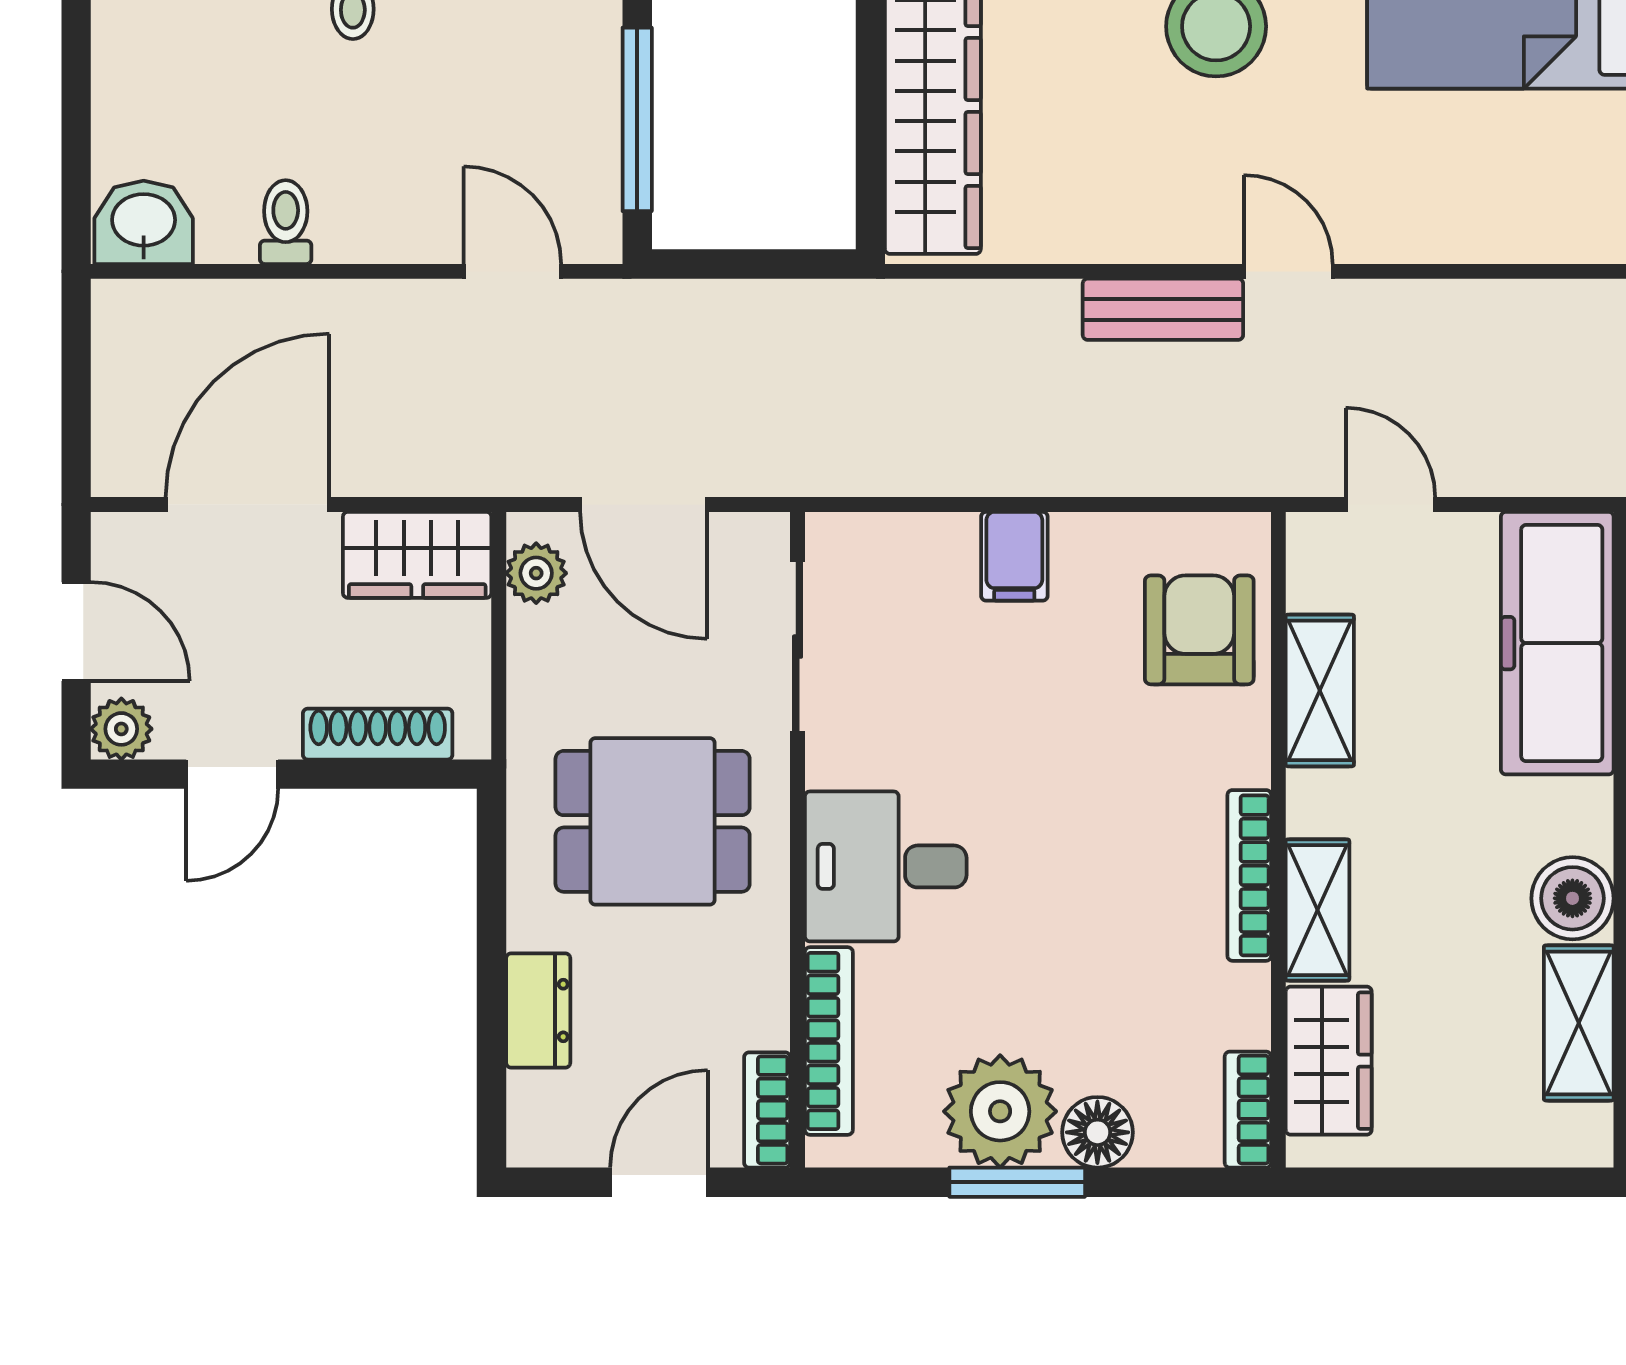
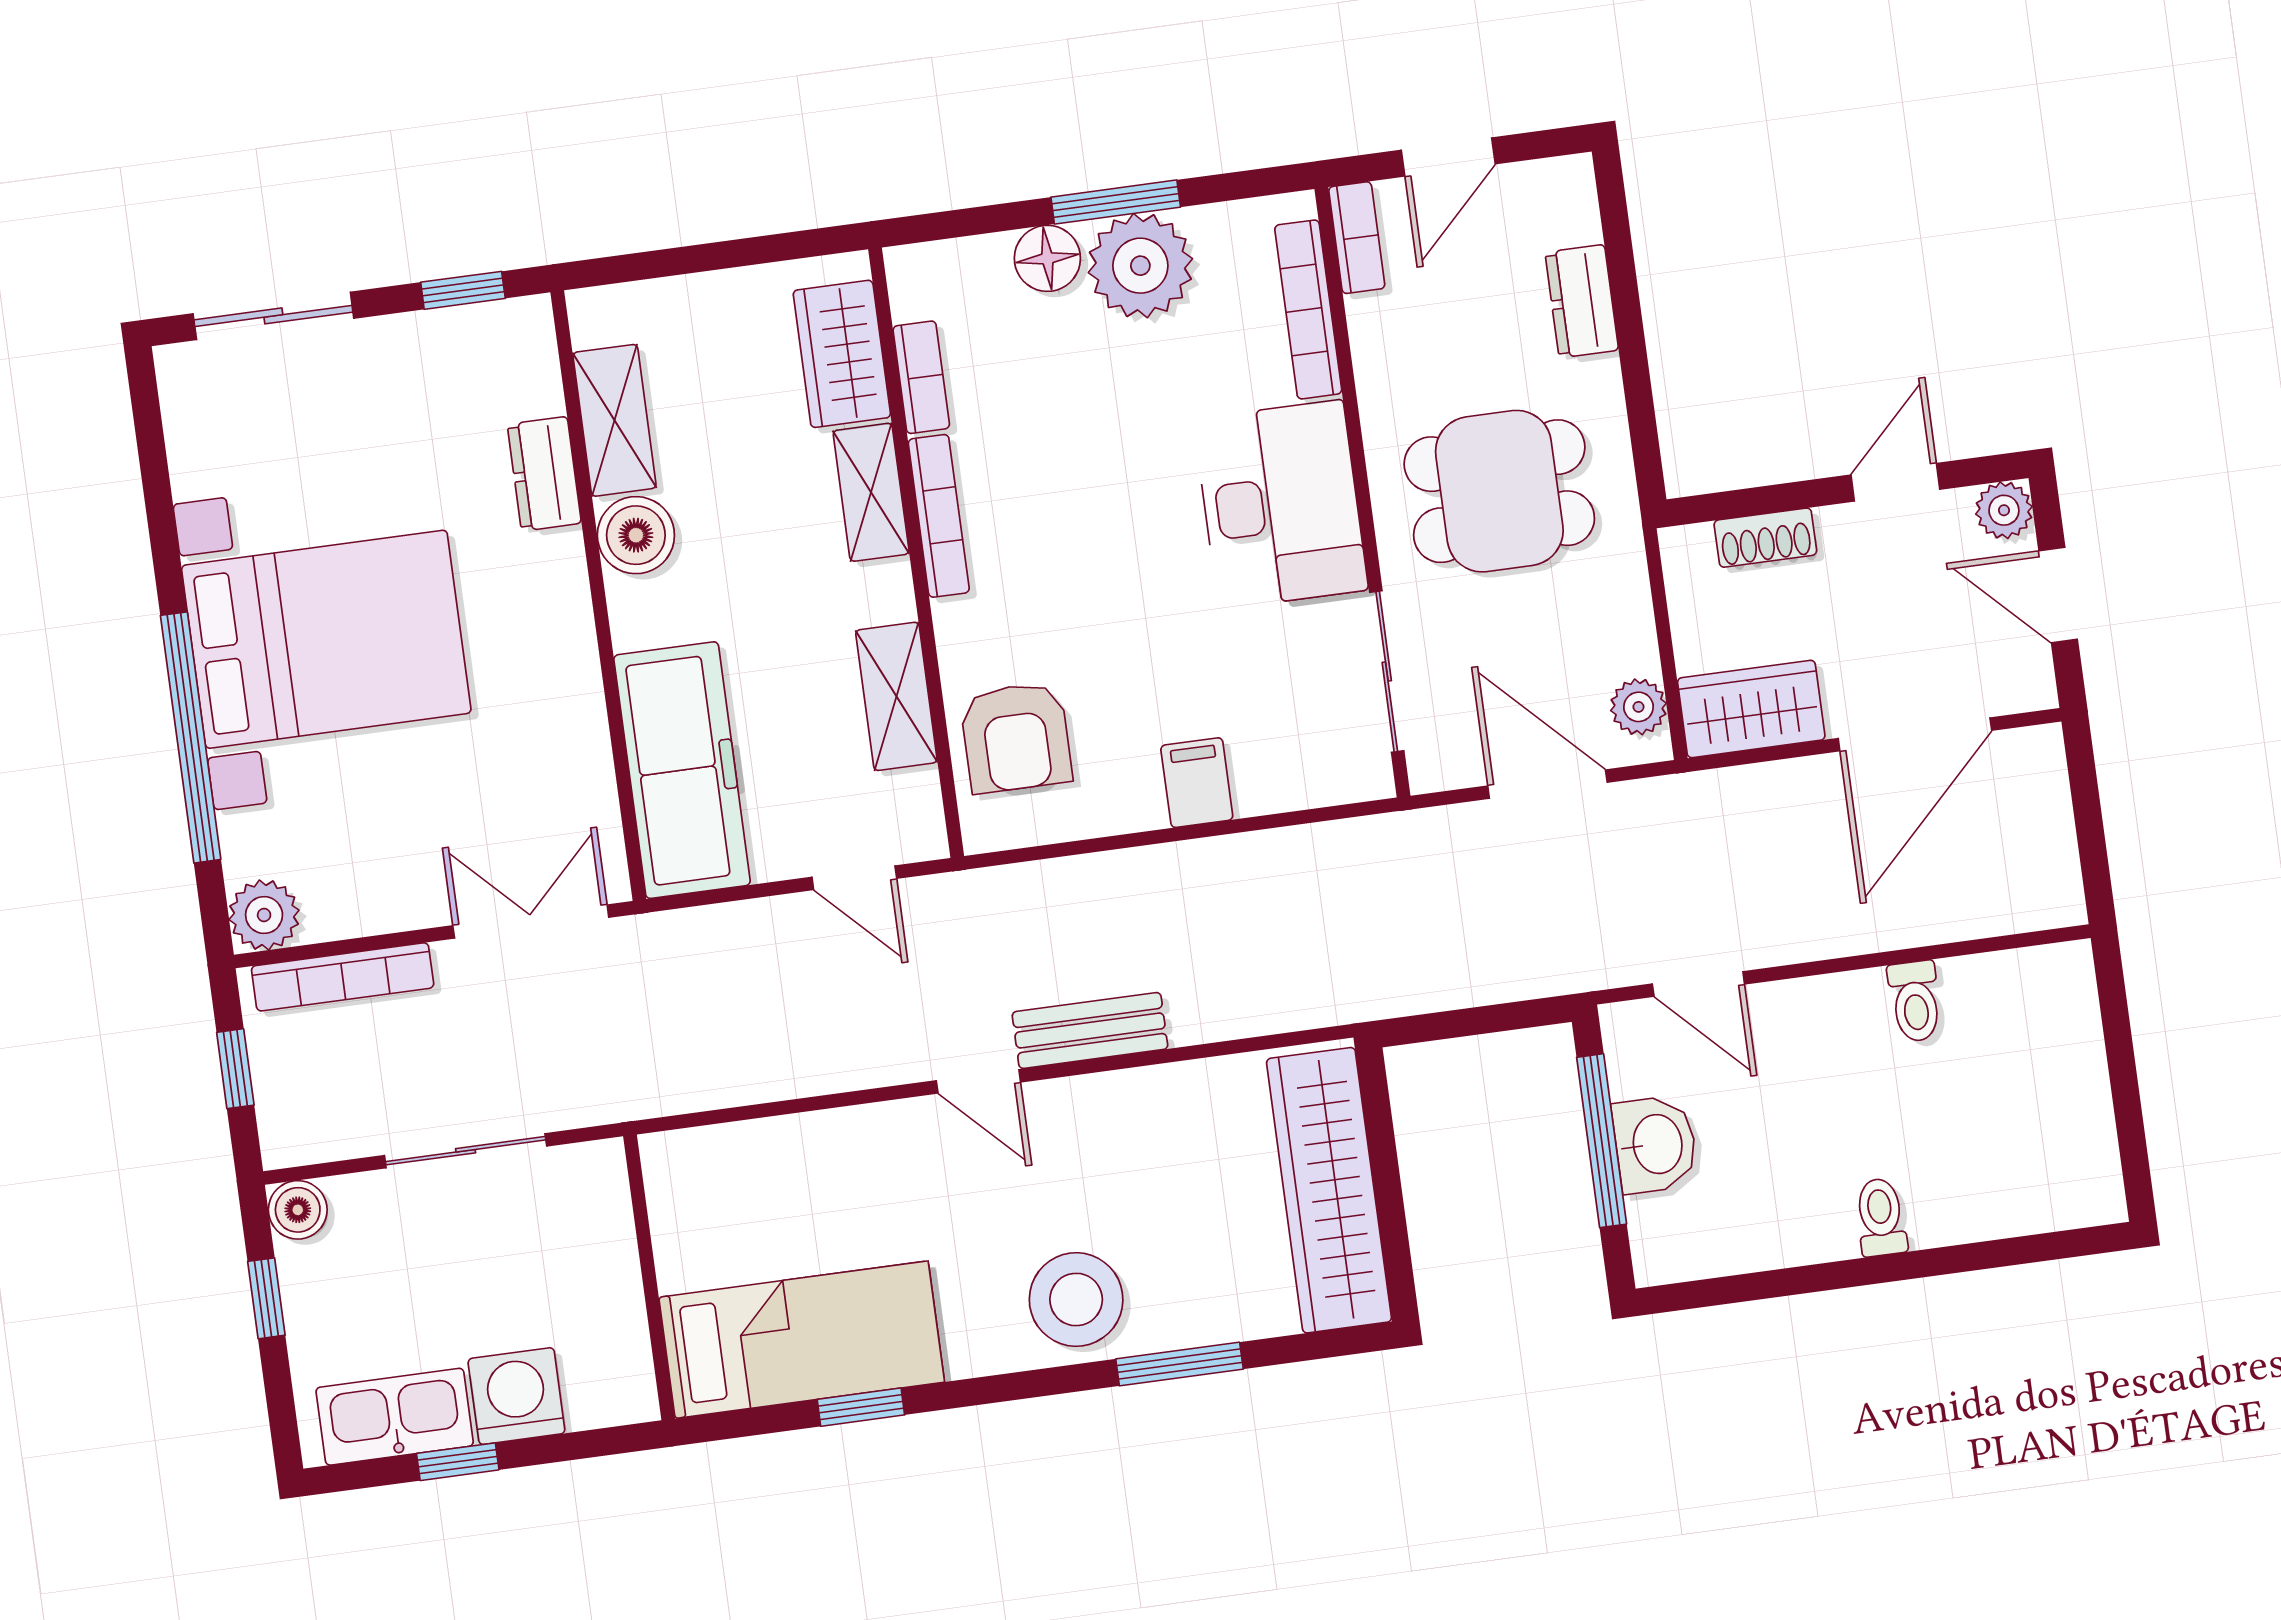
washbasin: (144, 222) -> (1655, 1144), moved, turned -90
shoe rack: (378, 734) -> (1765, 538), width x0.70
desk: (886, 866) -> (1281, 504), width x1.37
bookcase: (1248, 1110) -> (921, 377), moved

